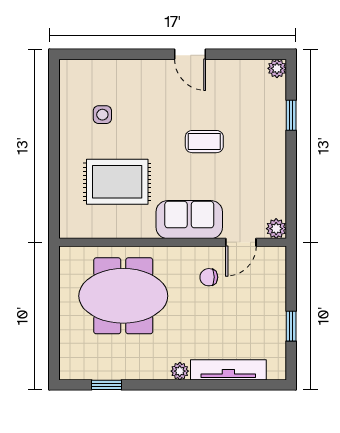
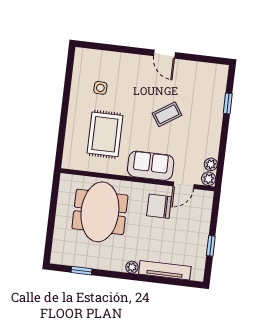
plant: (277, 68) -> (211, 164), moved
coffee table: (204, 142) -> (167, 114), turned -33
rug: (117, 182) -> (105, 134), turned 90
chair: (209, 277) -> (159, 206), width x1.87, depth x1.87
meeting table: (123, 296) -> (100, 212), turned 90

